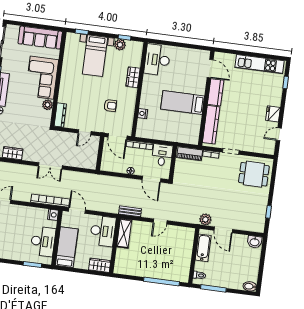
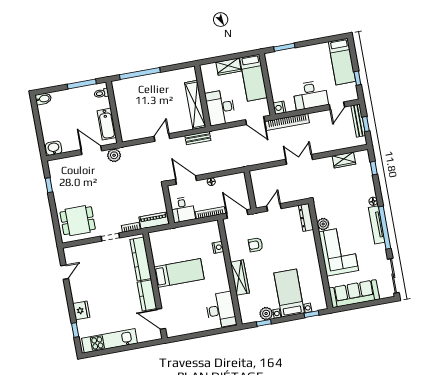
wardrobe: (133, 77) -> (240, 278), width x1.50
fridge: (273, 114) -> (81, 310), moved
shelving: (124, 233) -> (195, 105), width x1.47
desk: (43, 241) -> (310, 95), moved, turned -90
wardrobe: (100, 265) -> (229, 67), moved

